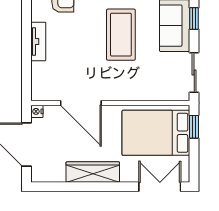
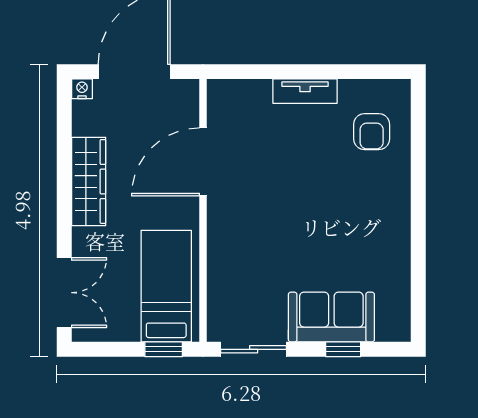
coffee table: (121, 35) -> (316, 228), removed
nightstand: (37, 111) -> (82, 89), moved
bed: (156, 133) -> (166, 286), width x0.67

